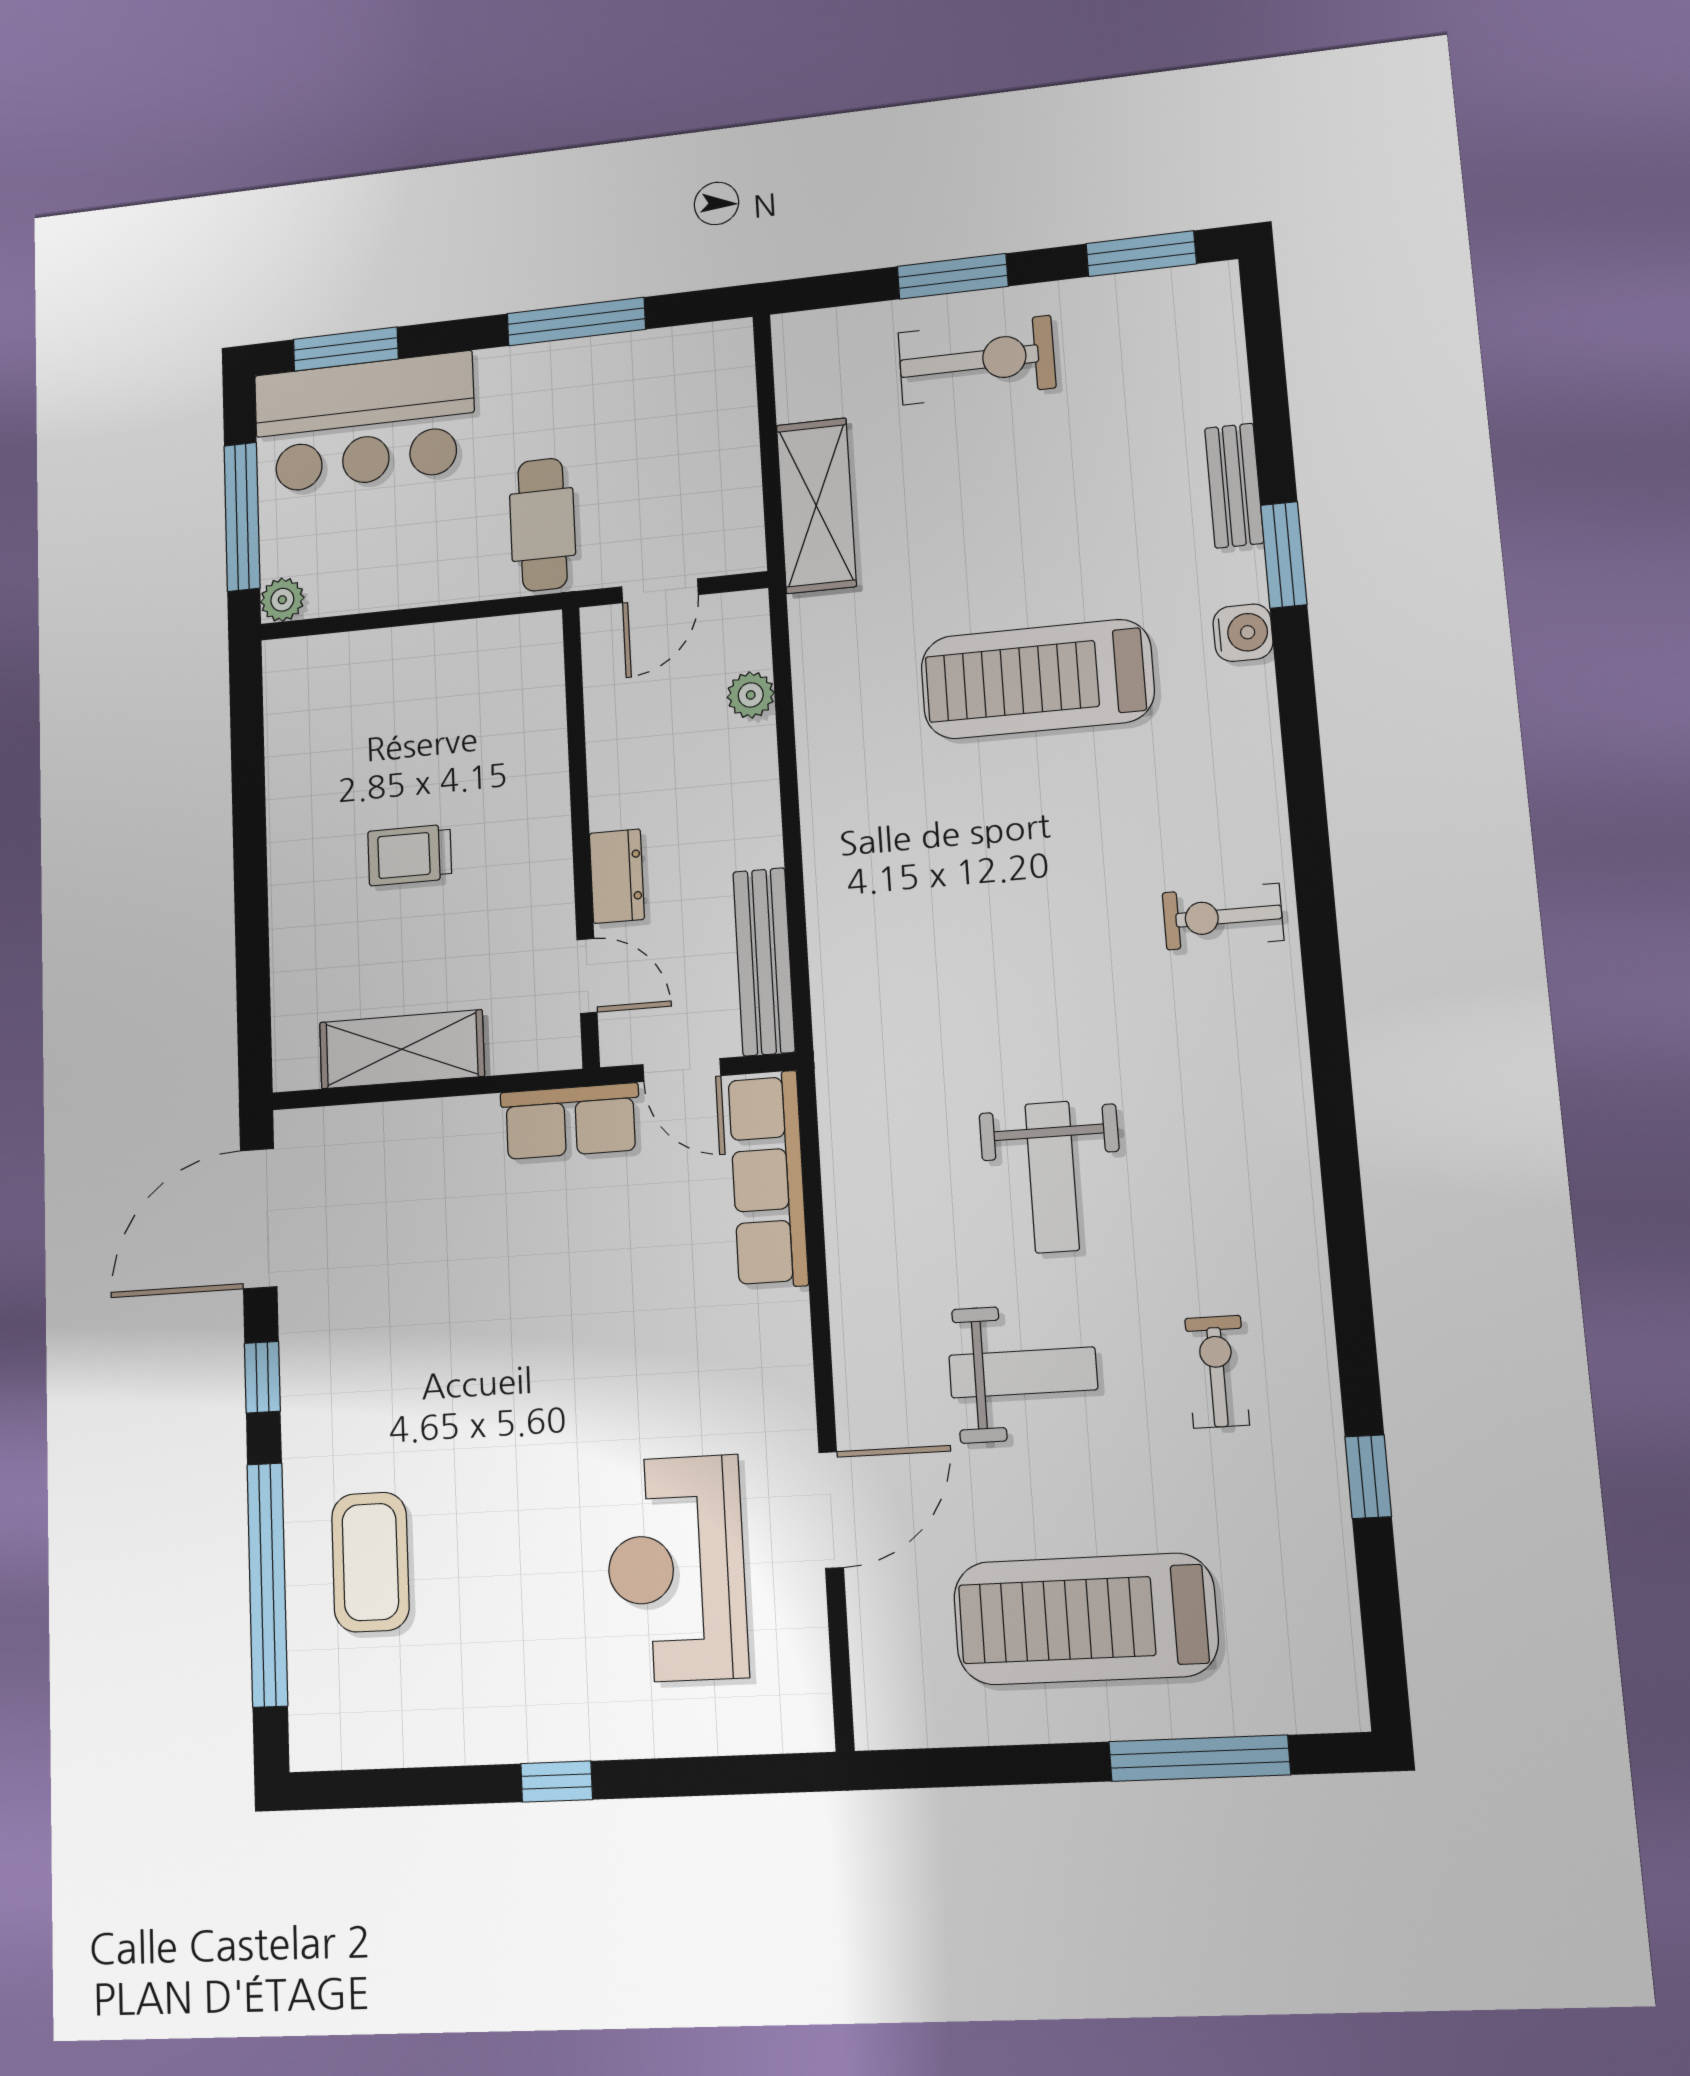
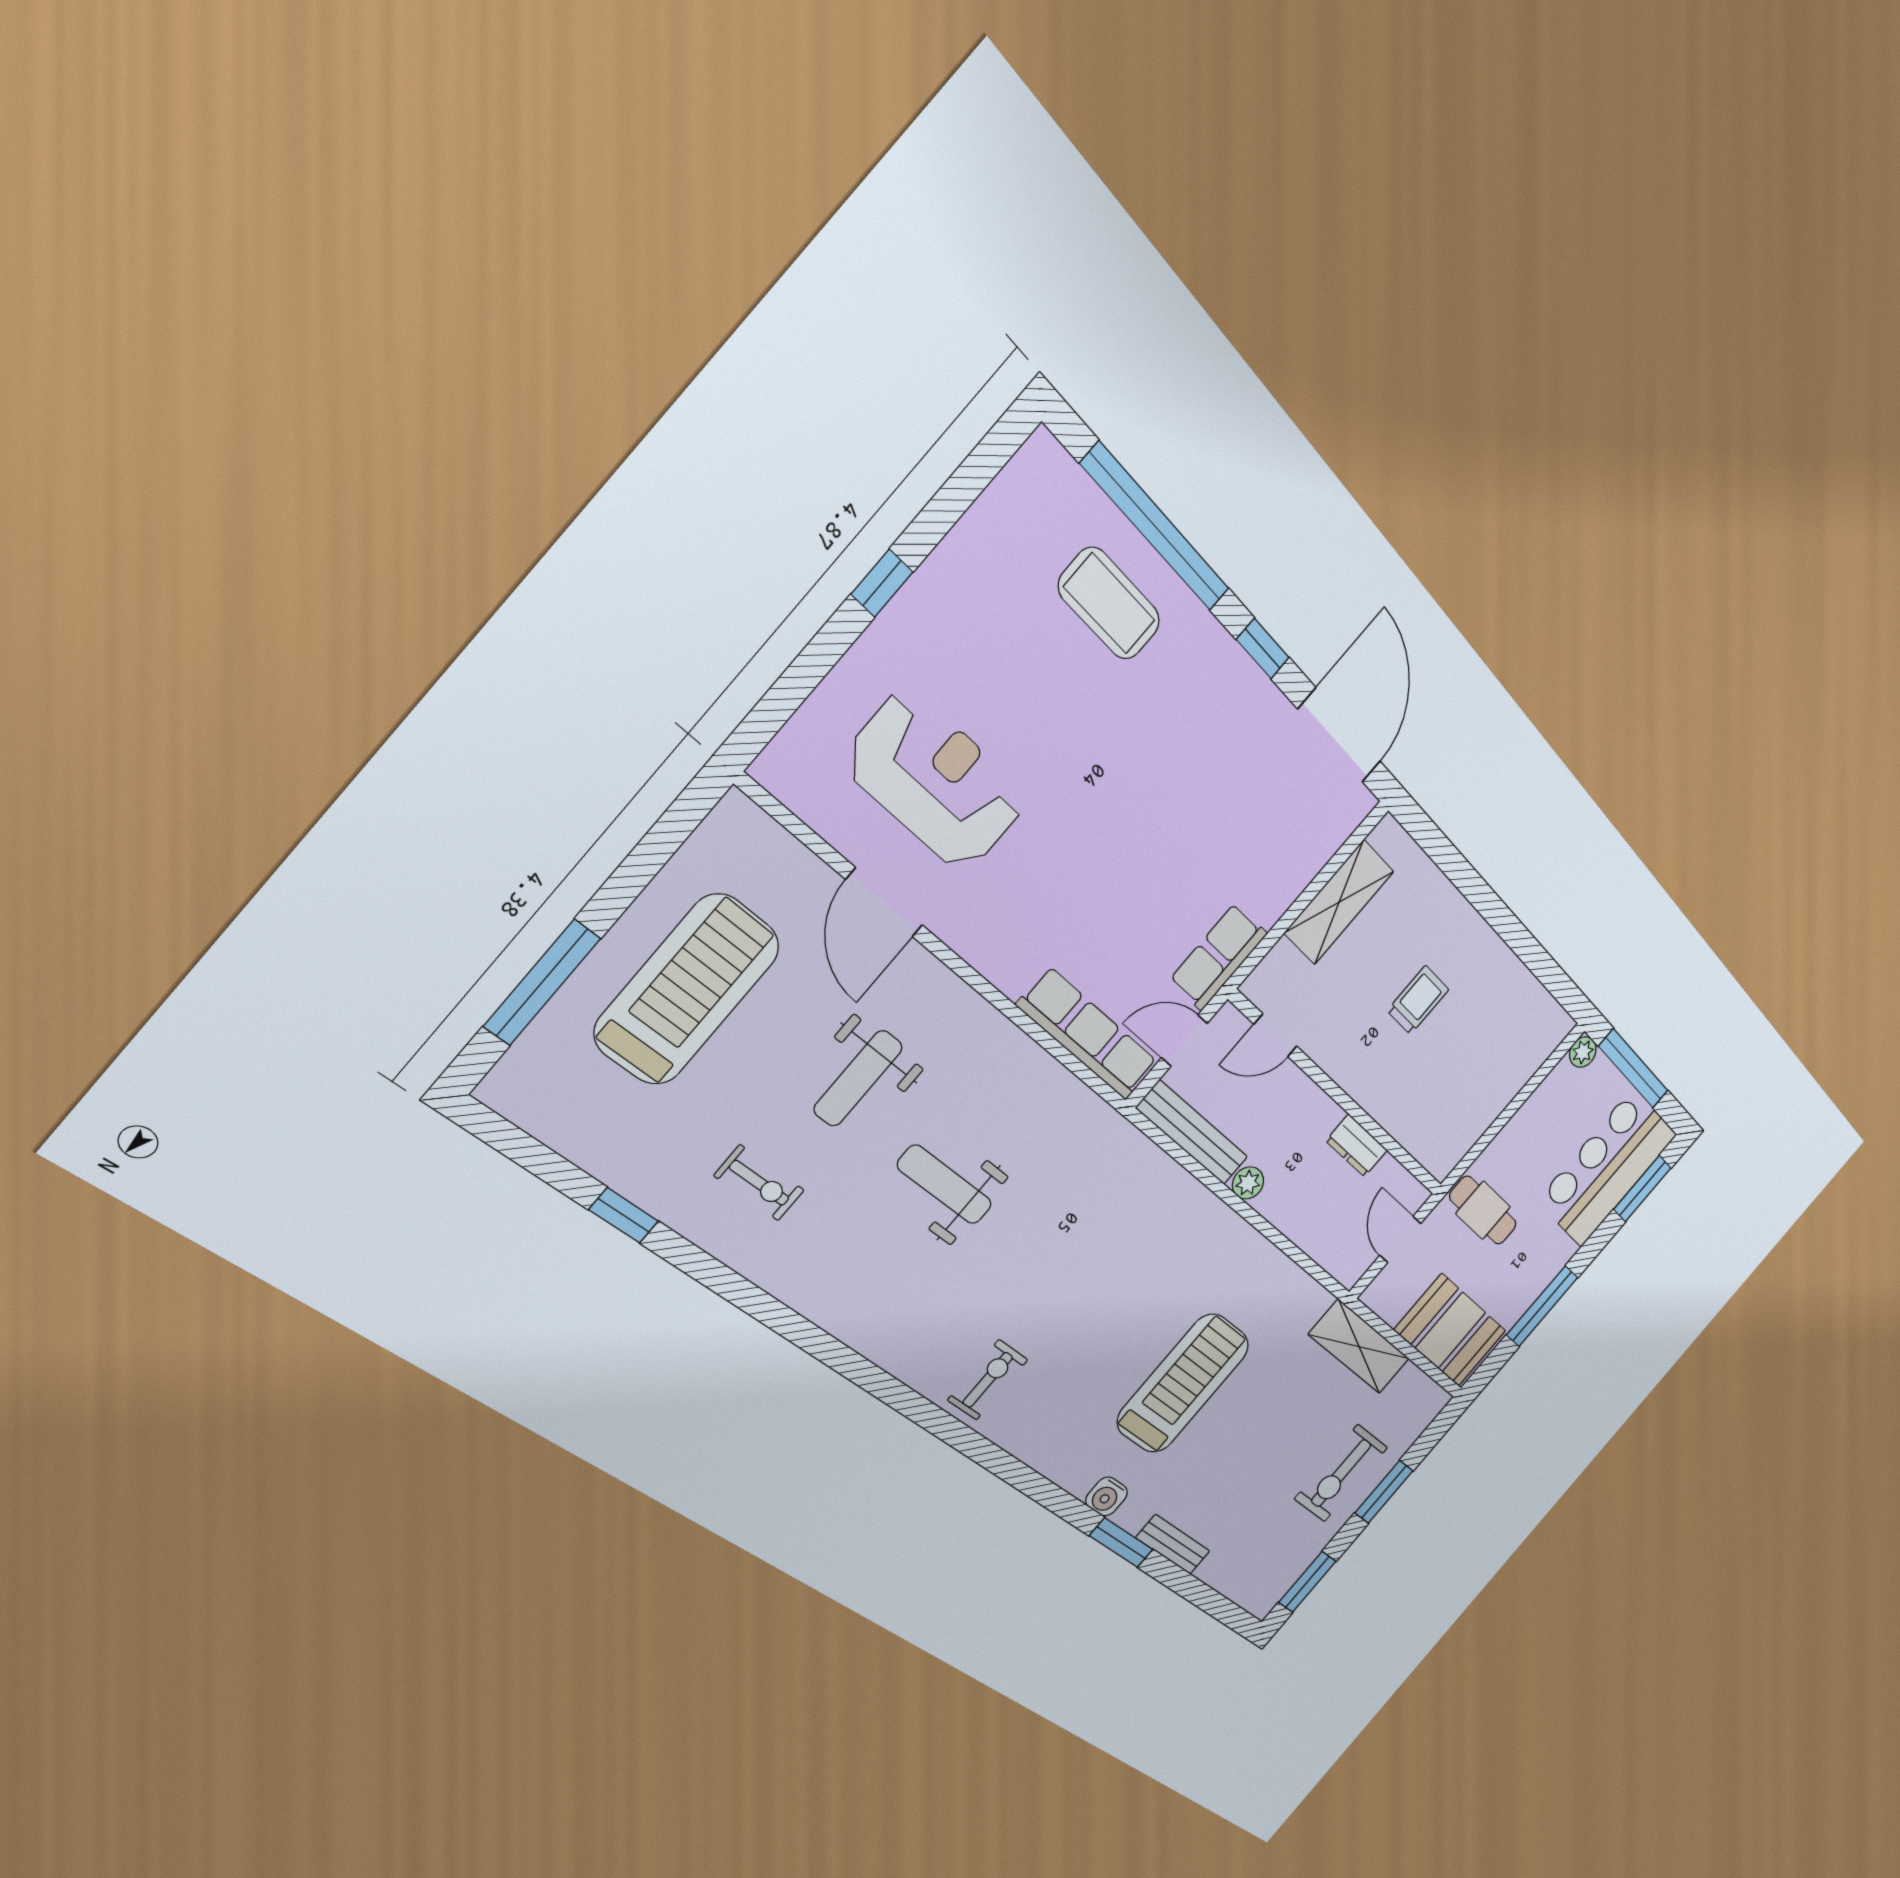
booth: (702, 409) -> (1450, 1330), added
plant: (751, 695) -> (1248, 1183), moved
dresser: (617, 876) -> (1357, 1146), moved

